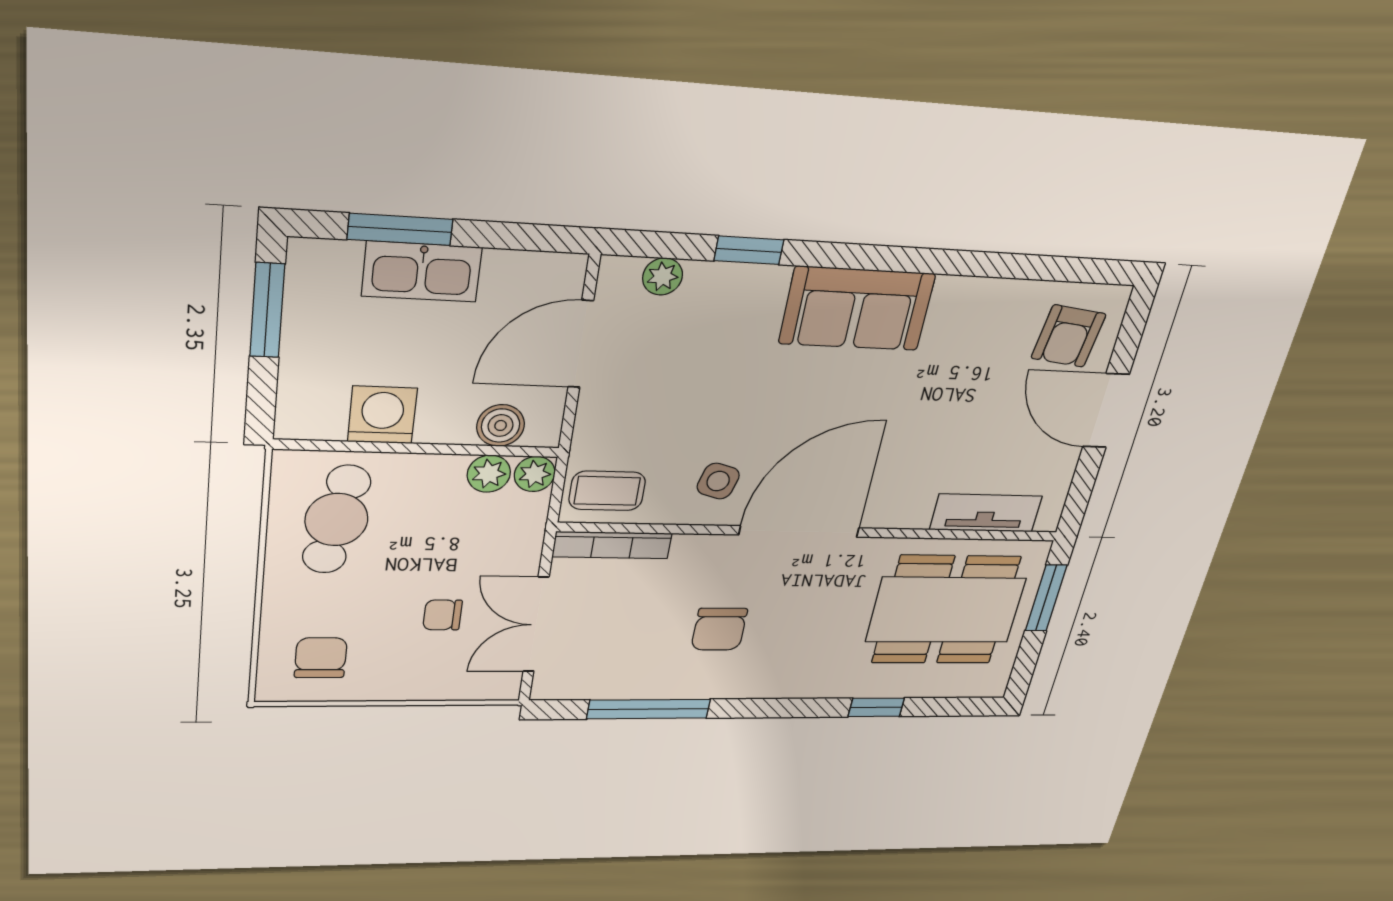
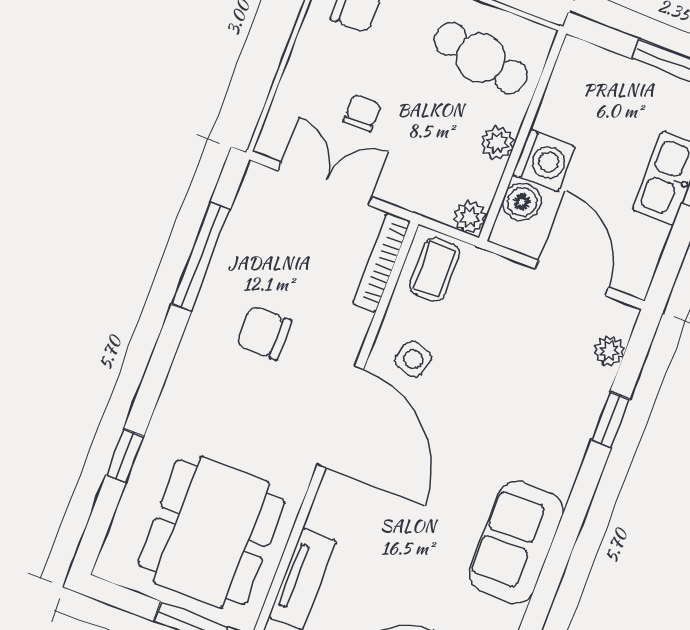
sofa: (857, 309) -> (516, 542), moved
washing machine: (382, 415) -> (544, 160), moved
plant: (489, 474) -> (497, 143), moved

